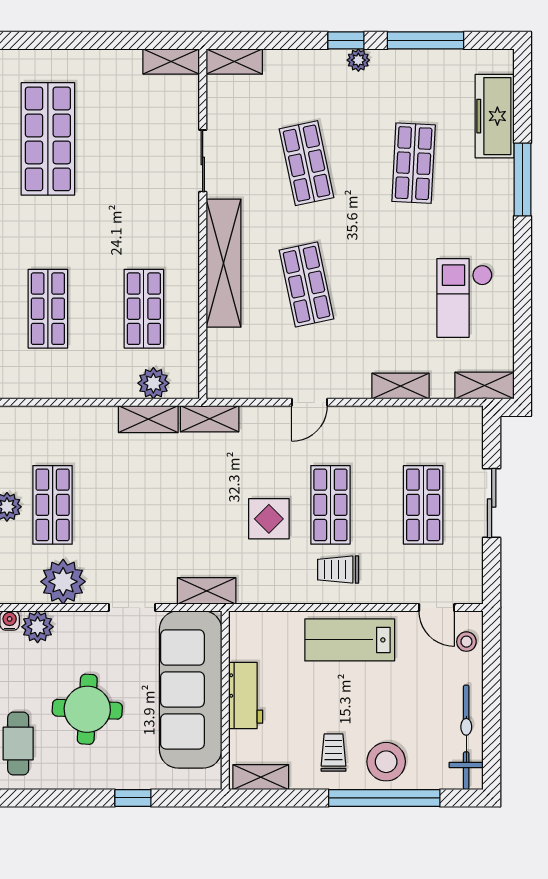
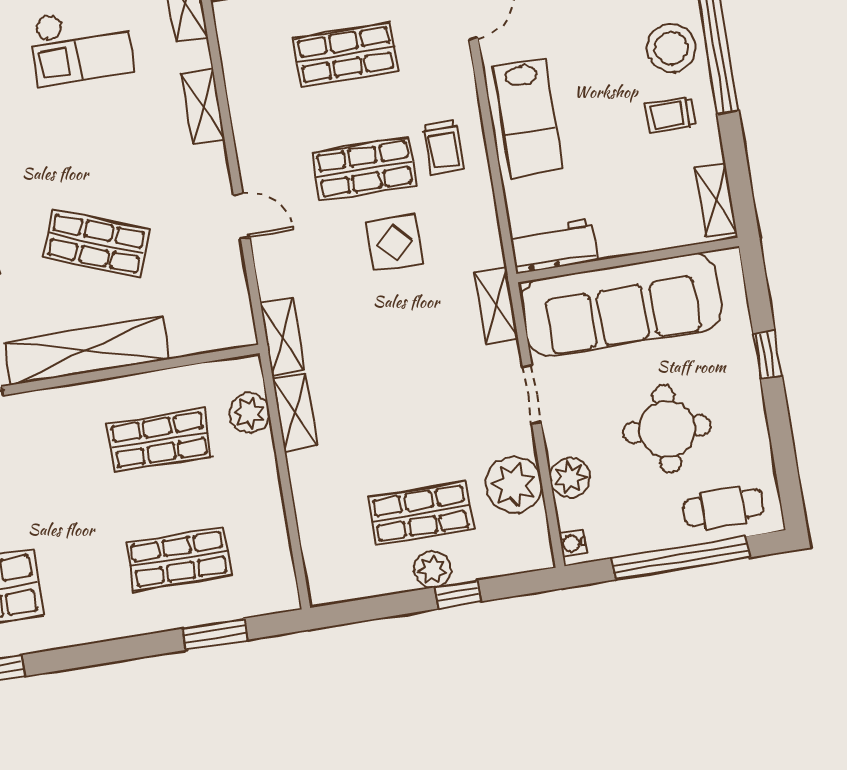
shop shelf: (307, 285) -> (96, 243), turned 33
plant: (38, 627) -> (570, 478), moved
workbench: (246, 695) -> (554, 246), moved

